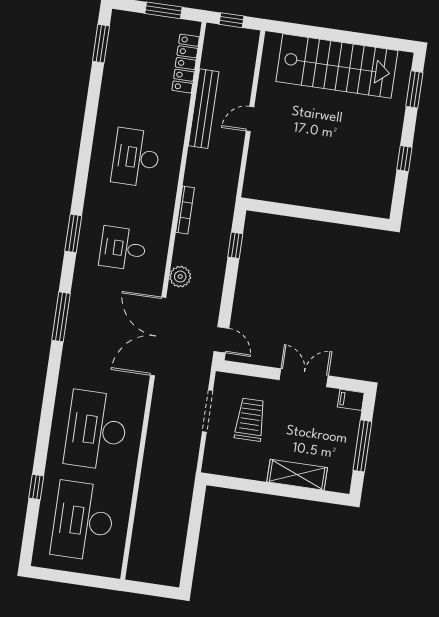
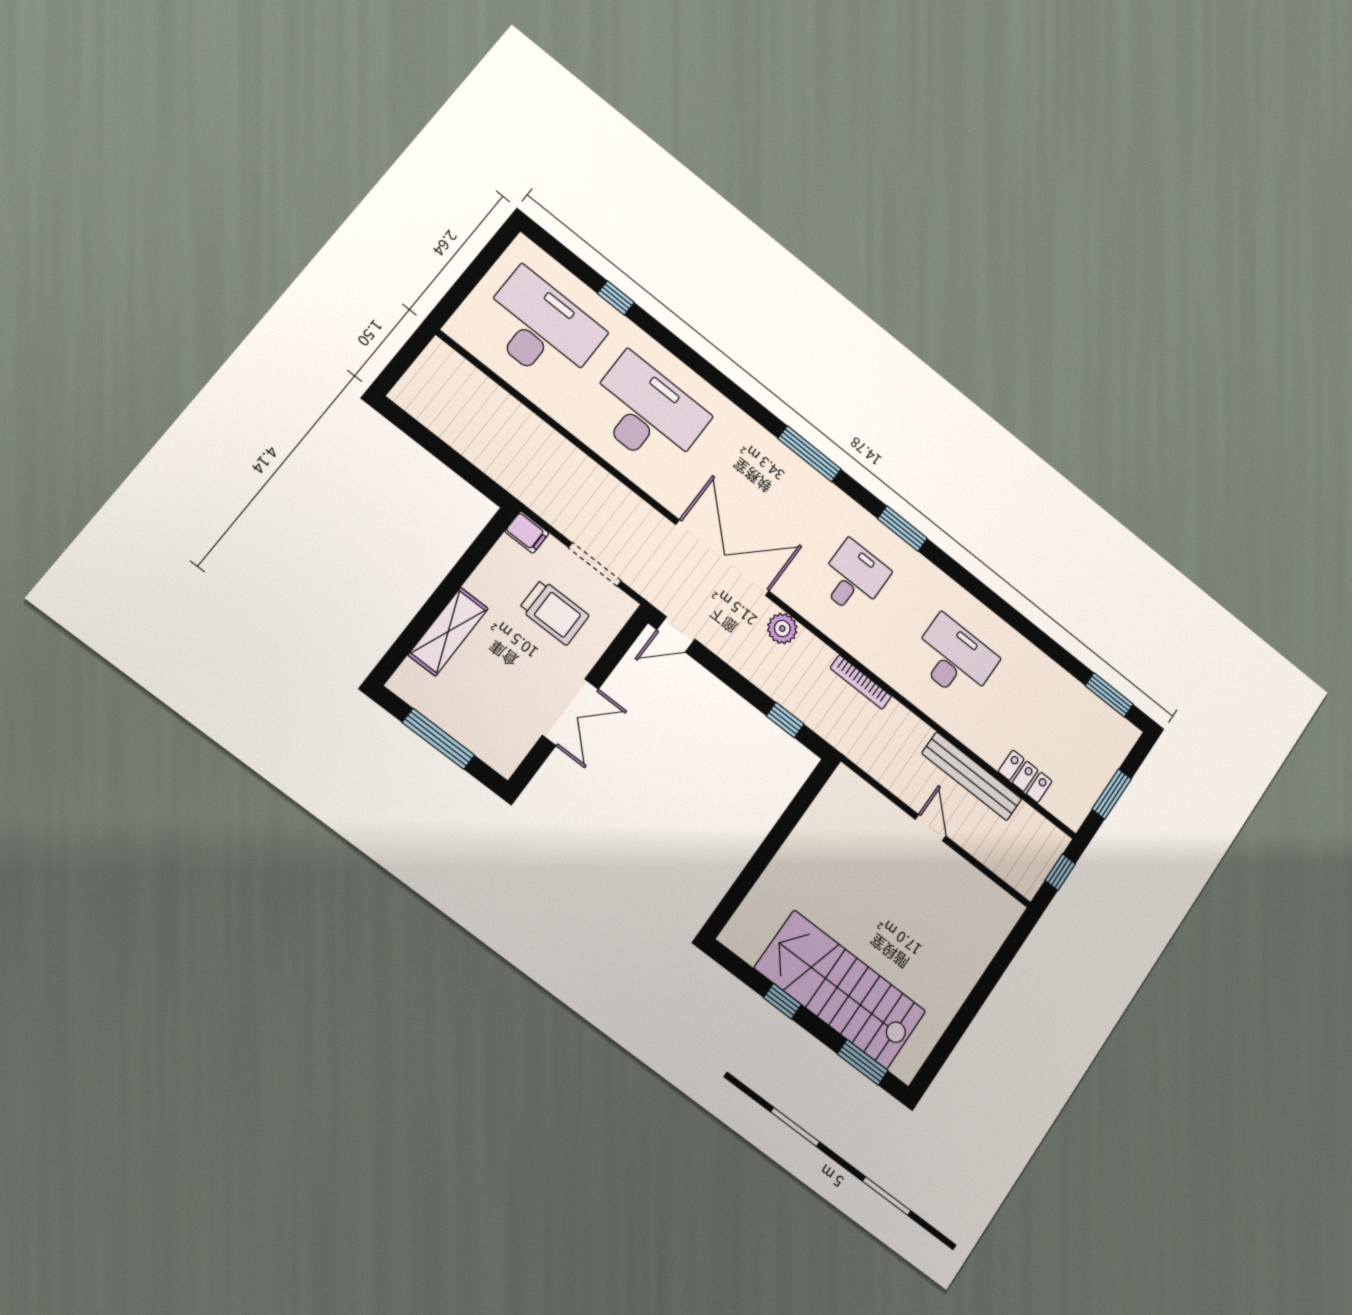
locker: (186, 64) -> (1025, 776), width x0.66
stairs: (337, 66) -> (840, 990), moved, turned 90
filing cabinet: (351, 400) -> (527, 532), moved, turned 90

